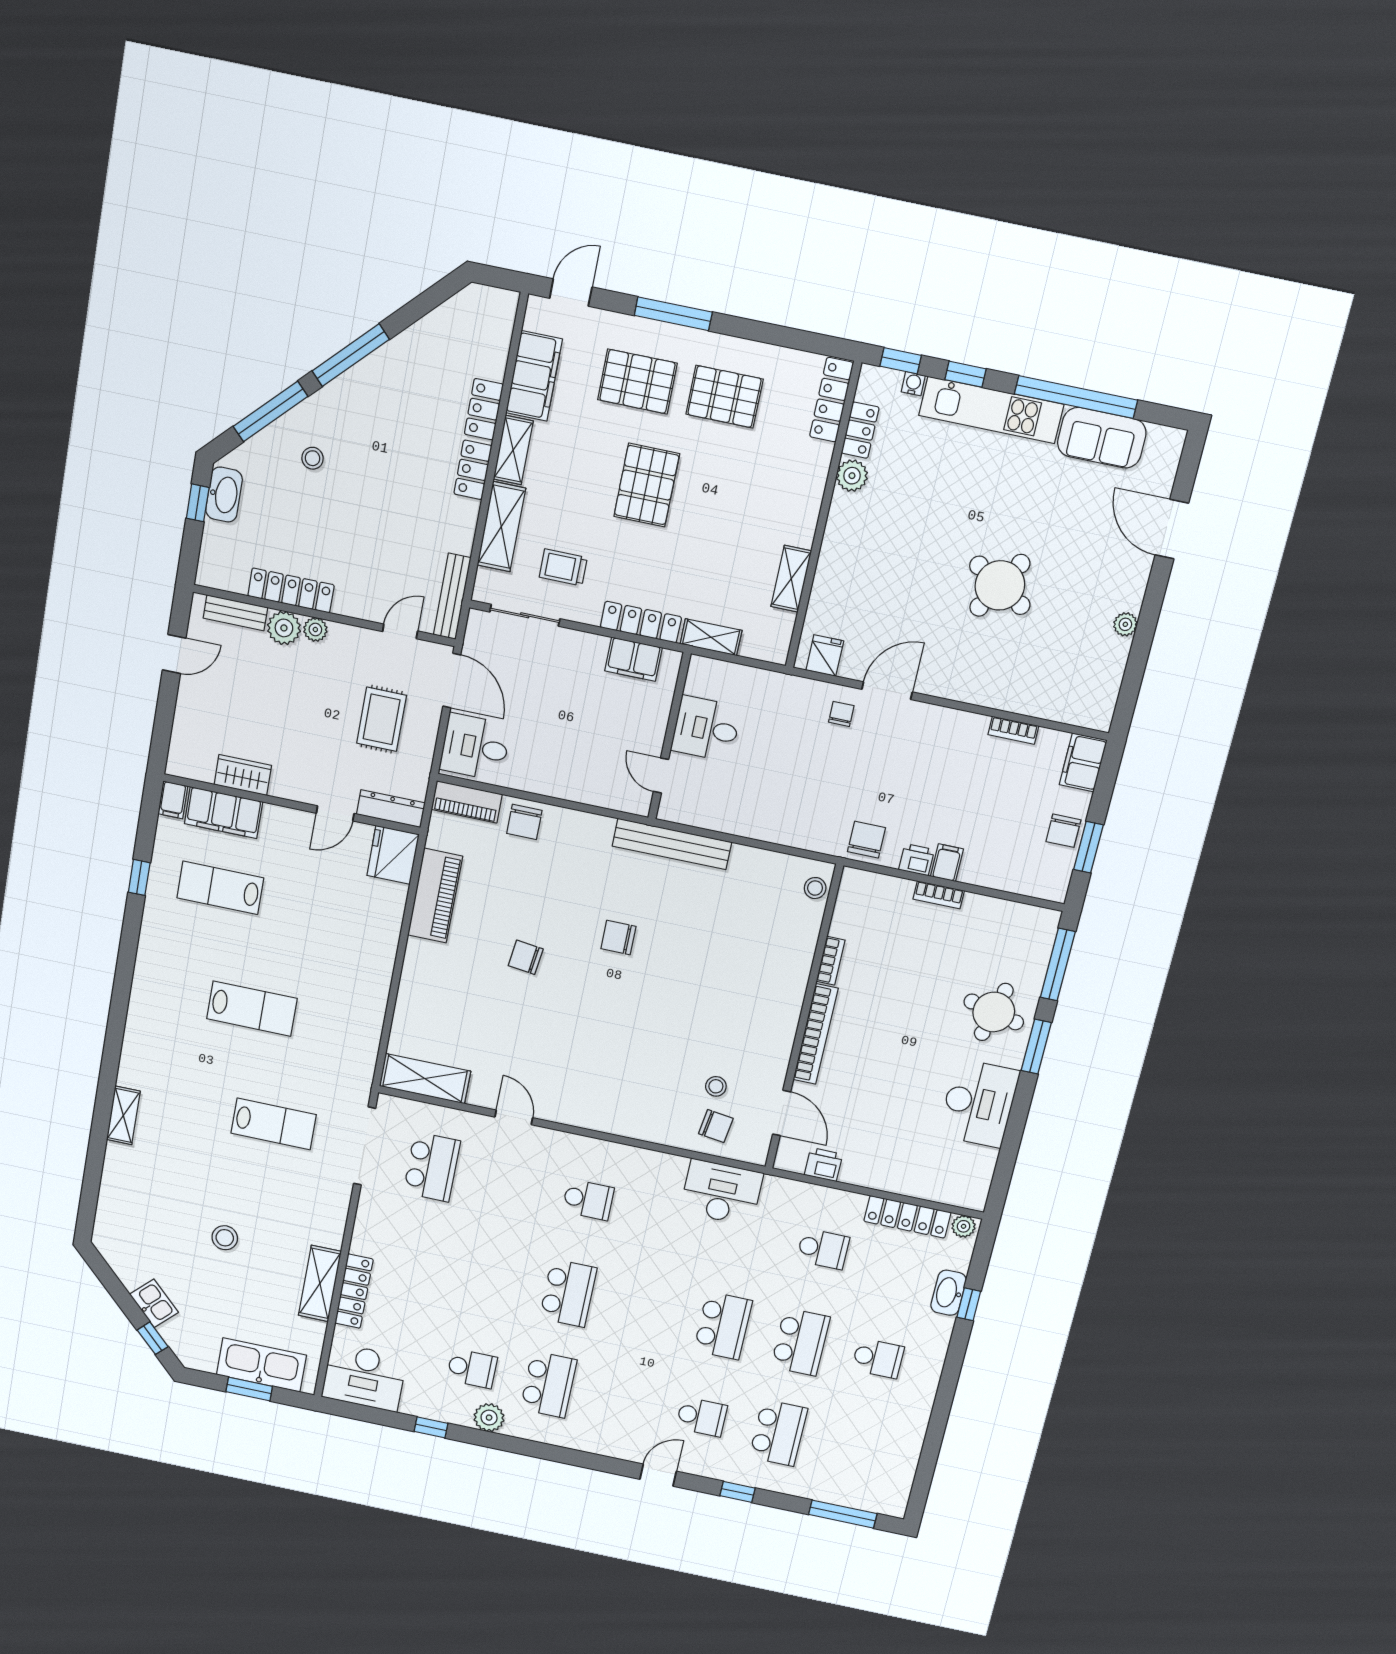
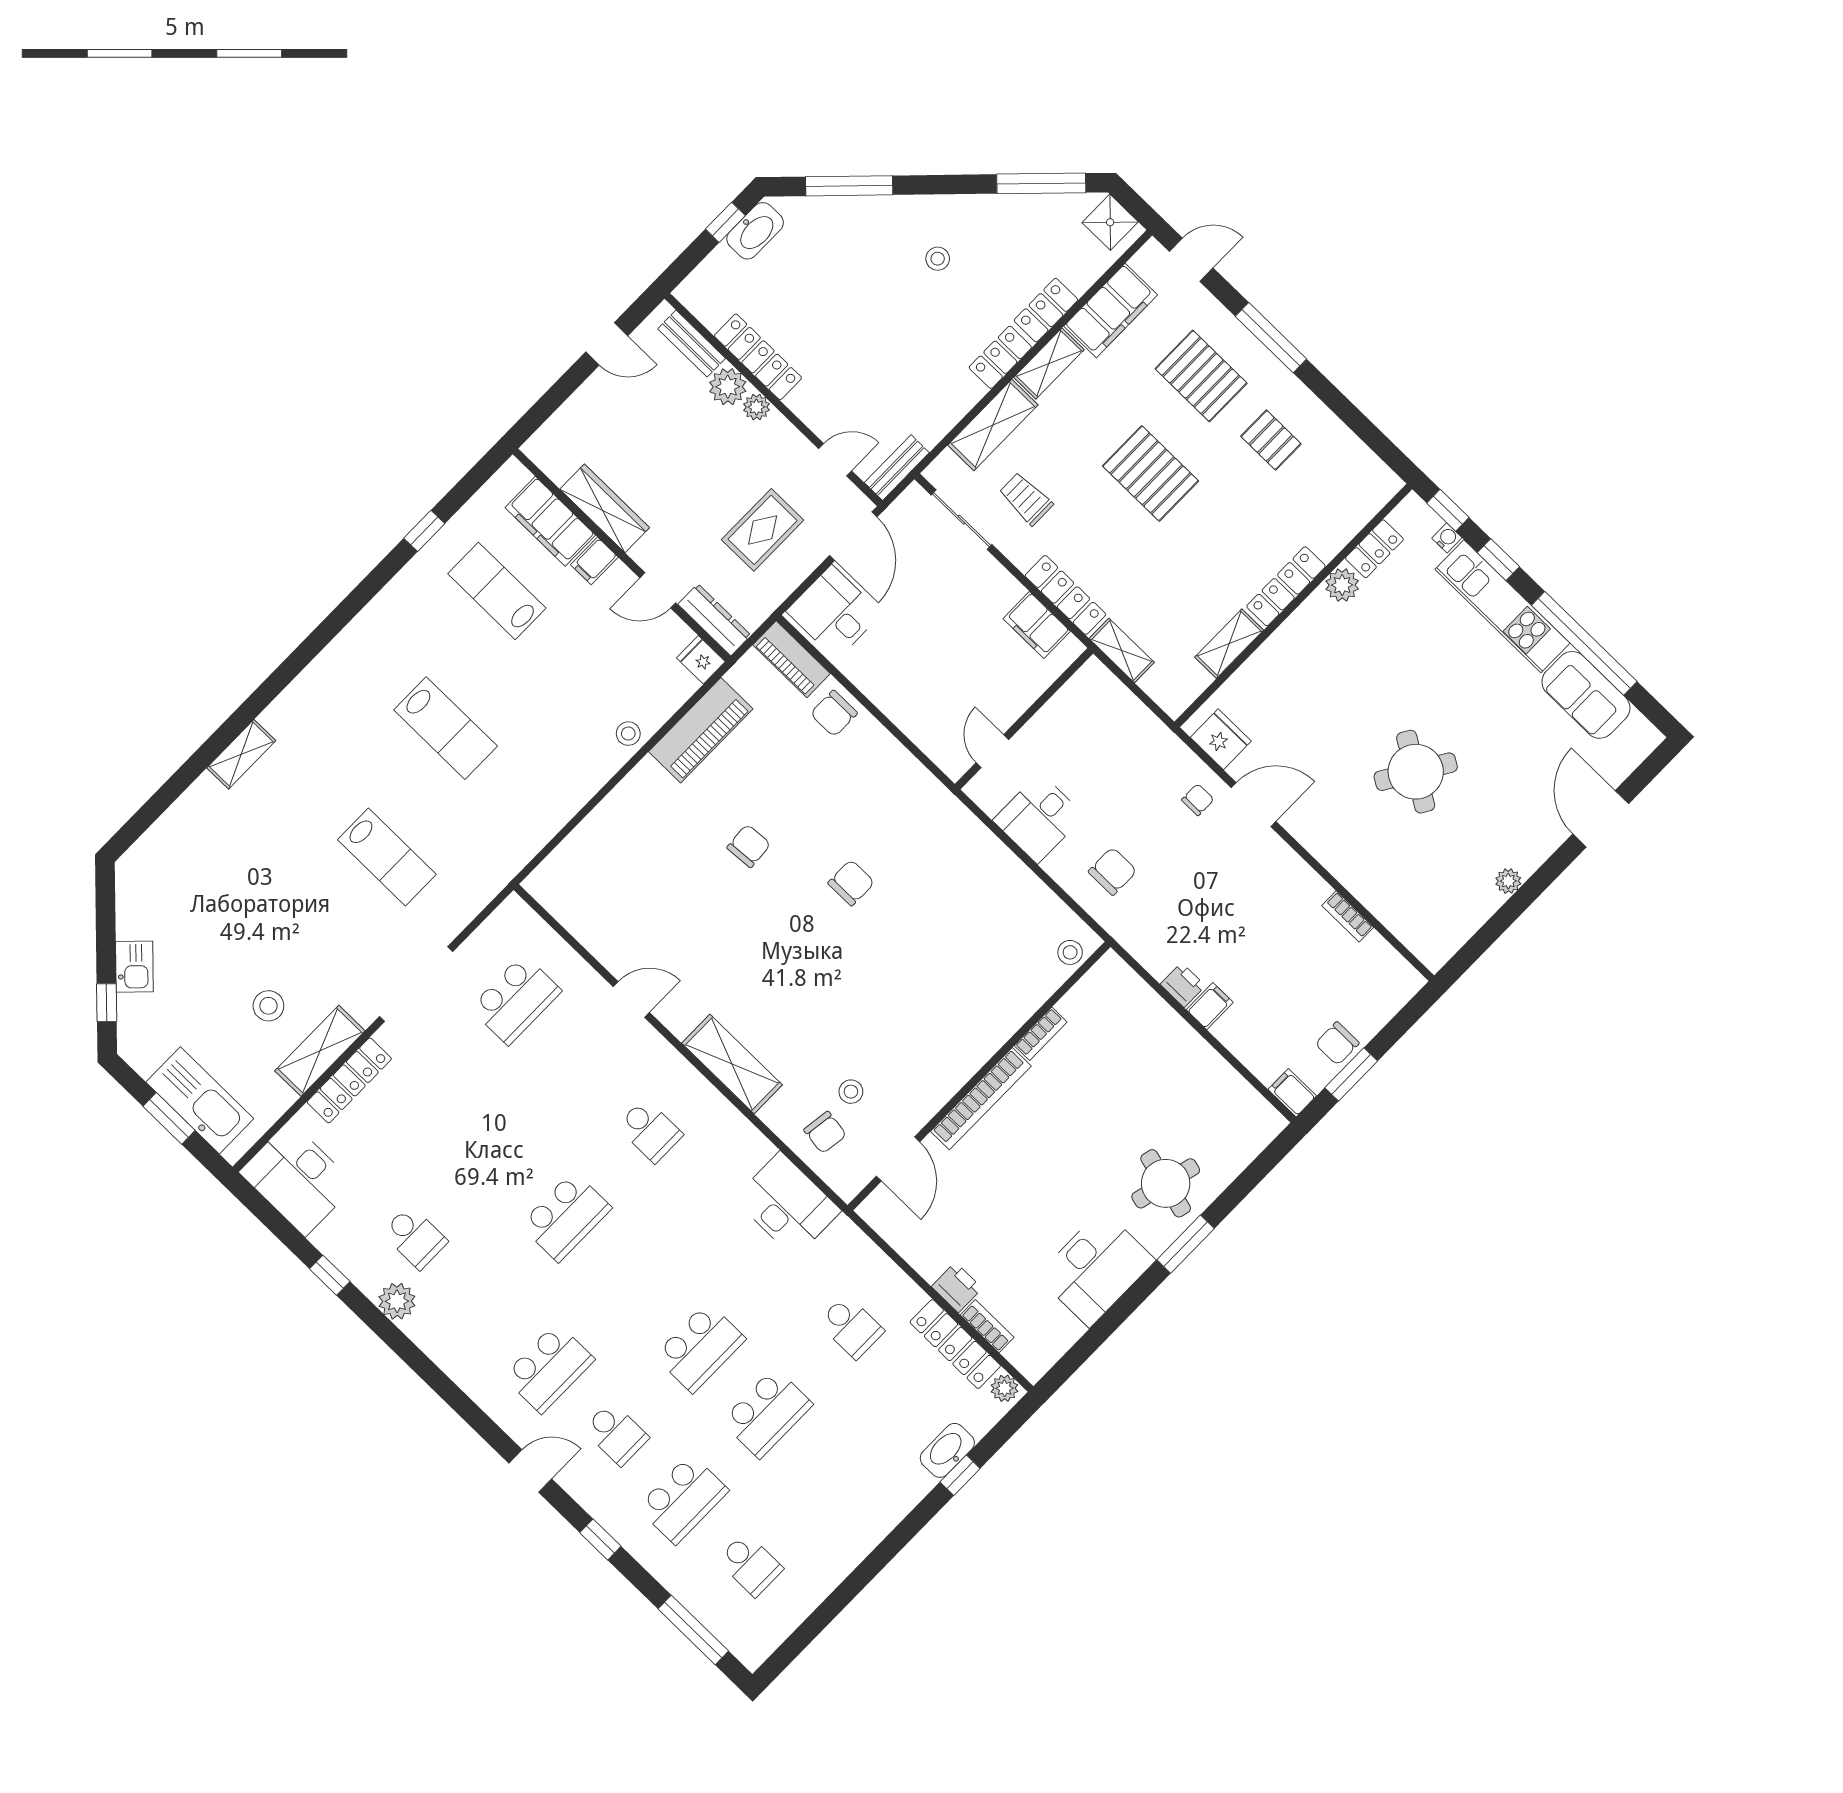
shower: (488, 305) -> (1110, 222), added
window: (351, 355) -> (1041, 183), moved
pallet: (724, 397) -> (1271, 440), width x0.67, depth x0.71
locker: (831, 400) -> (1286, 586), moved
stool: (312, 458) -> (938, 259), moved
pallet: (647, 485) -> (1151, 473), turned 90
bench: (452, 596) -> (897, 468), width x0.73
fridge: (825, 655) -> (1221, 739), width x1.38
desk: (706, 729) -> (1039, 818), moved, turned -90
filing cabinet: (1083, 762) -> (1292, 1093), moved, width x0.50
wardrobe: (243, 775) -> (605, 508), width x1.50
filing cabinet: (173, 800) -> (594, 561), moved
chair: (866, 840) -> (1113, 871), moved
bench: (672, 844) -> (961, 824), removed
fridge: (393, 855) -> (701, 660), width x0.53, depth x0.75
bookcase: (939, 895) -> (987, 1326), moved, turned 180
stool: (384, 931) -> (628, 734), added
chair: (618, 938) -> (851, 883), turned 90
chair: (526, 957) -> (749, 846), turned 79
window: (1058, 965) -> (1255, 1173), removed
shelving: (425, 1079) -> (732, 1064), moved
door: (514, 1117) -> (631, 999), hinge flipped
doorway: (365, 1146) -> (416, 984), moved
printer: (823, 1165) -> (957, 1287), moved
stool: (225, 1238) -> (268, 1006), moved
school desk: (878, 1358) -> (750, 1564), moved
school desk: (548, 1385) -> (549, 1368), moved

